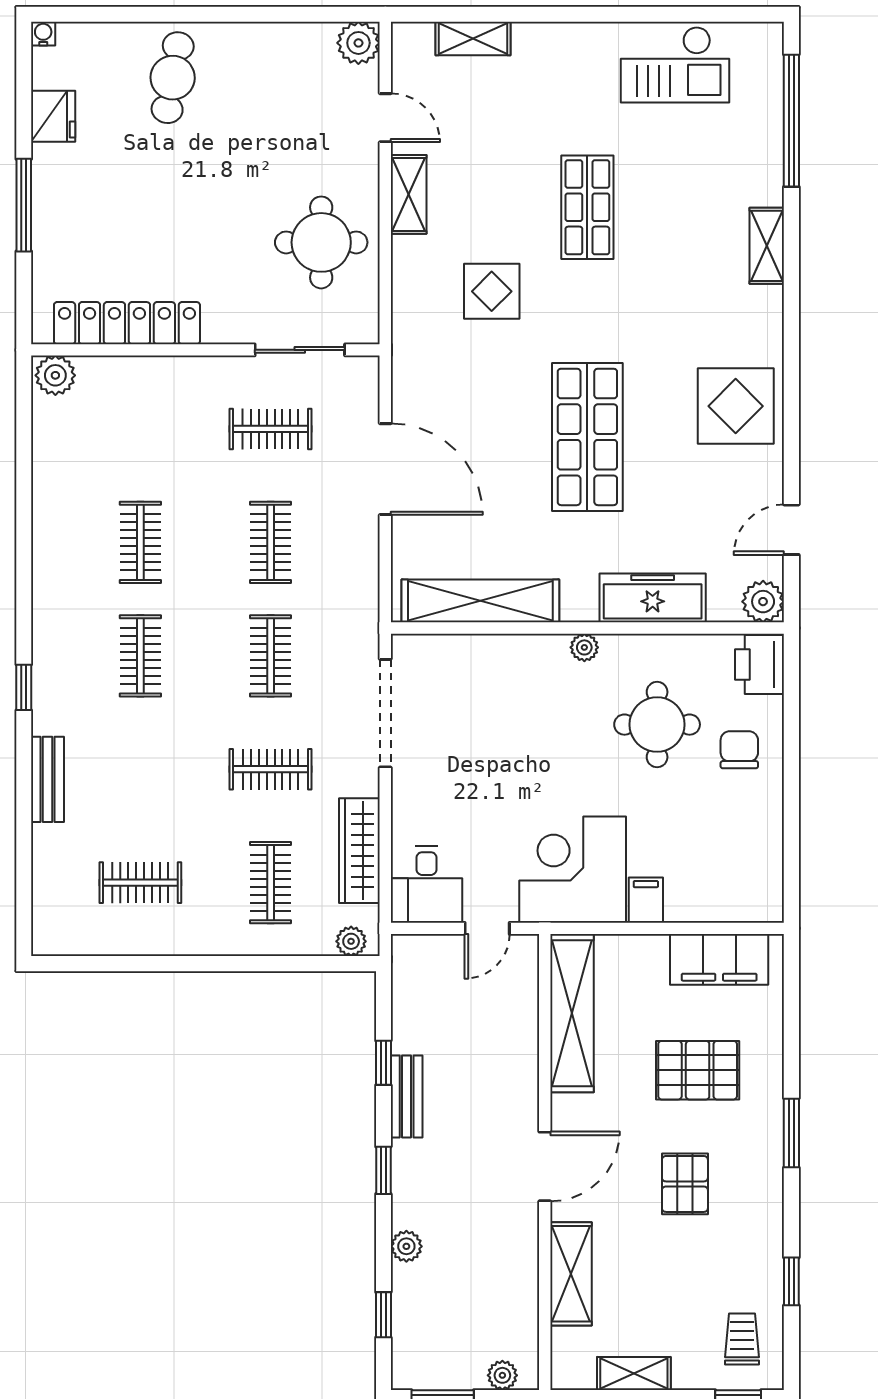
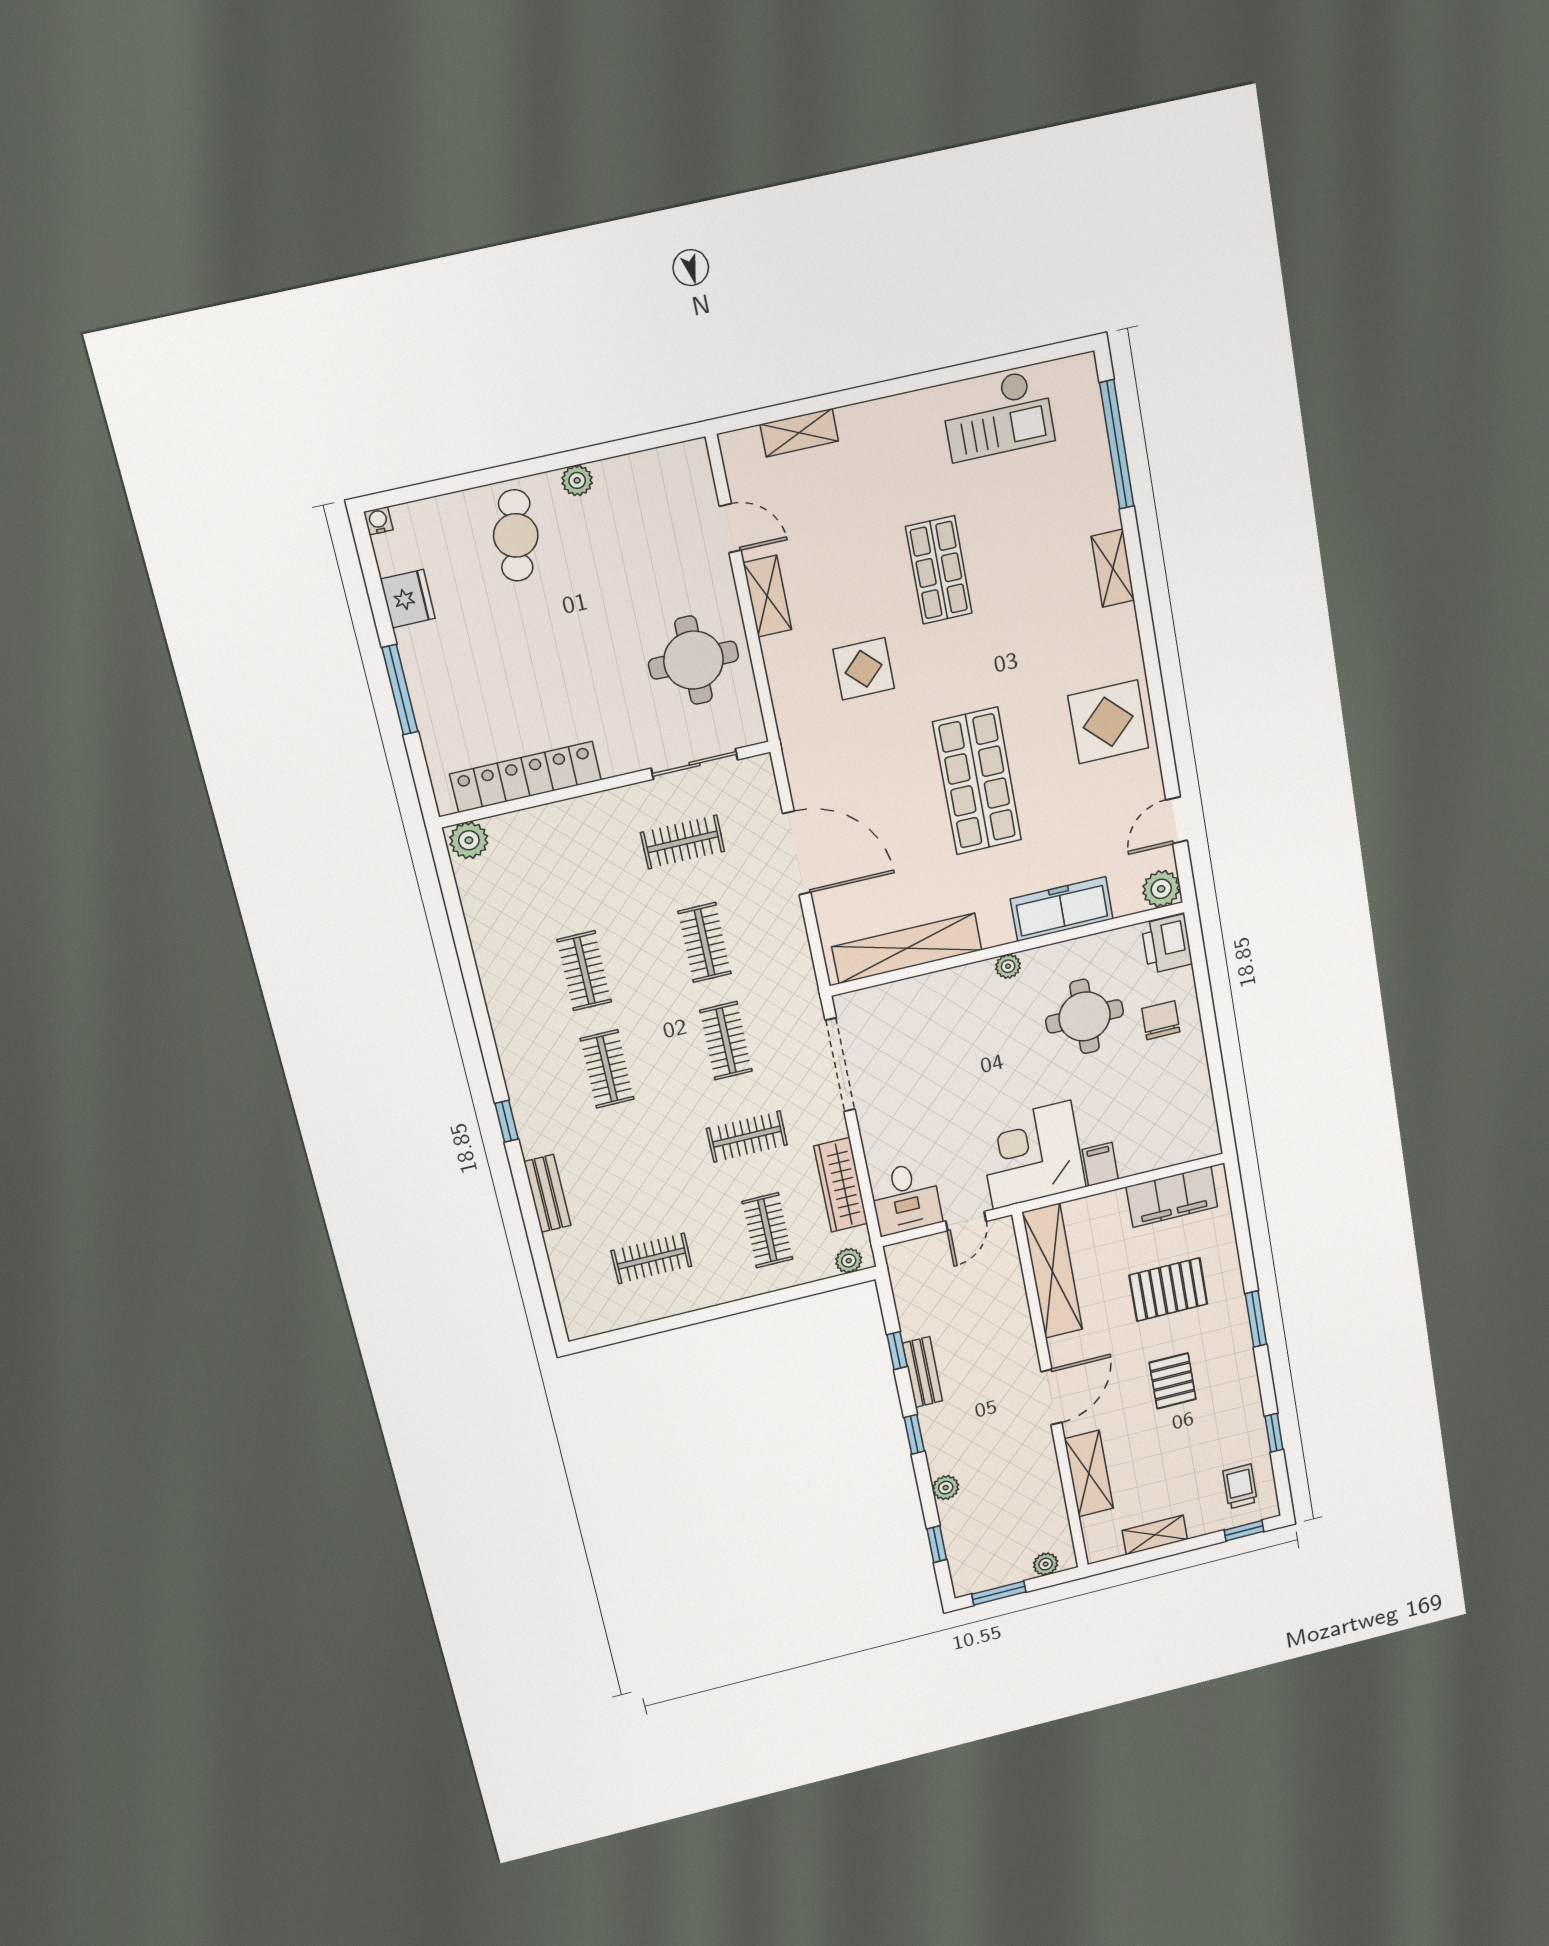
plant: (358, 43) -> (577, 480), moved, width x0.73, depth x0.73

